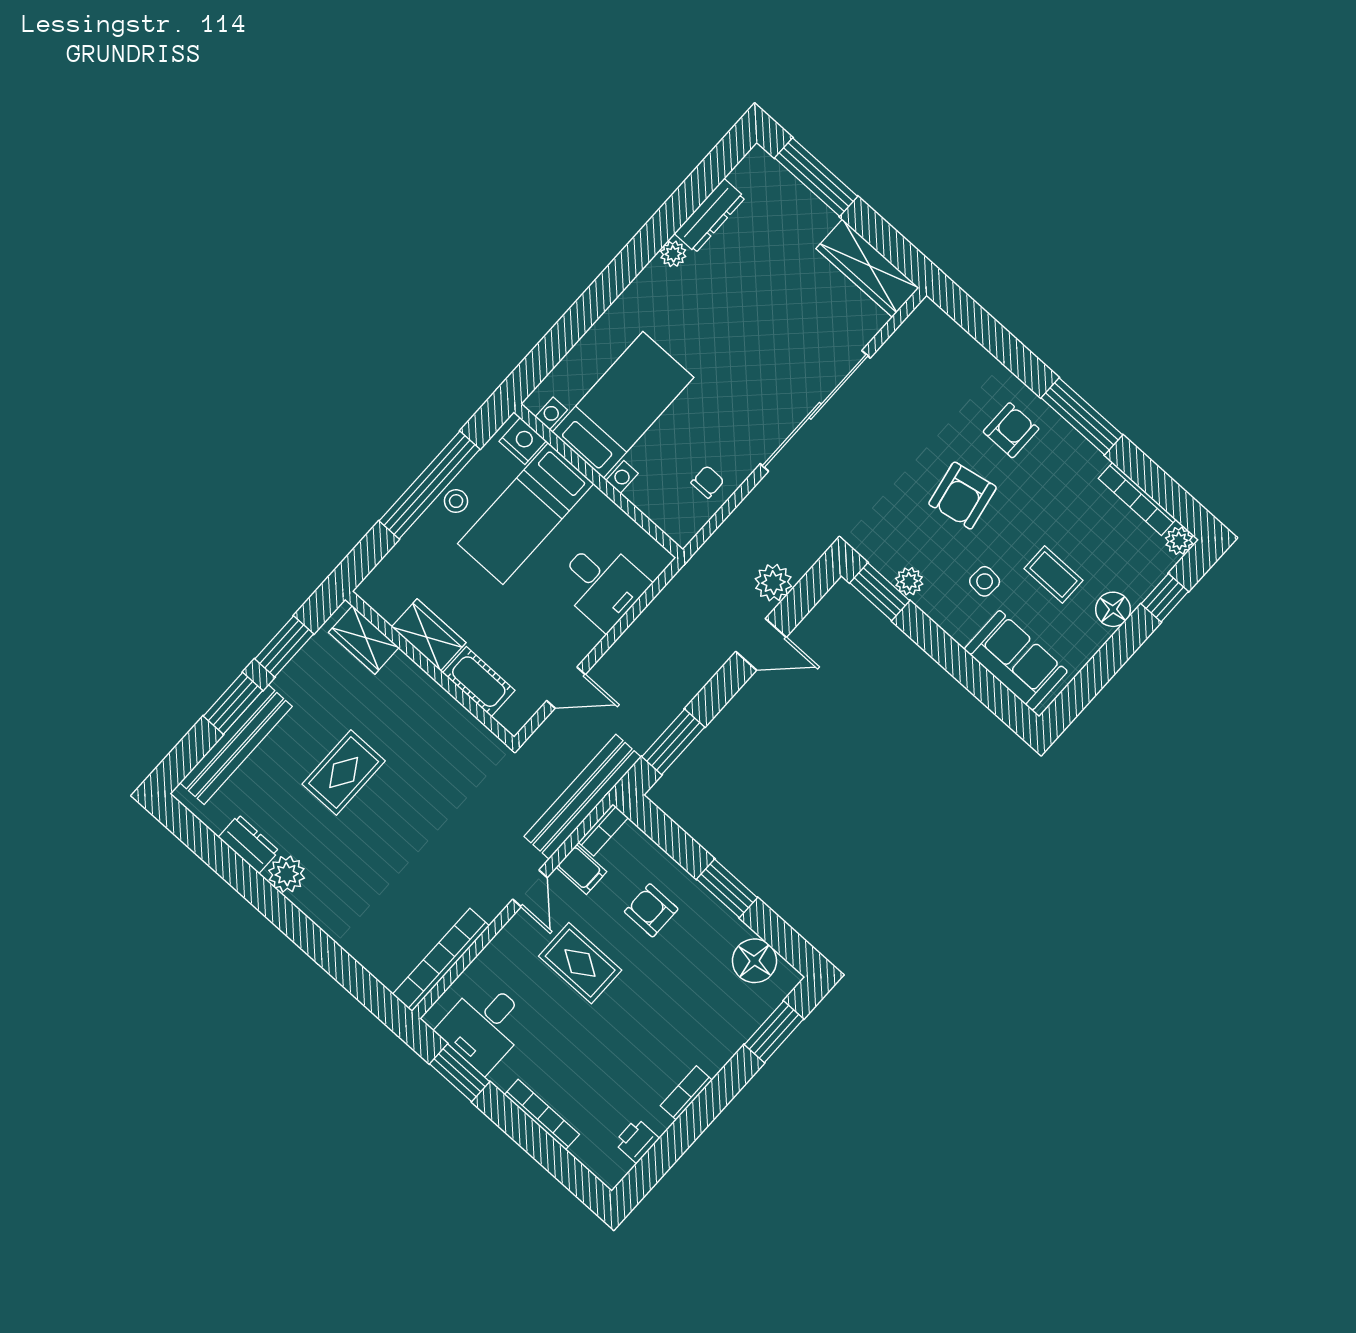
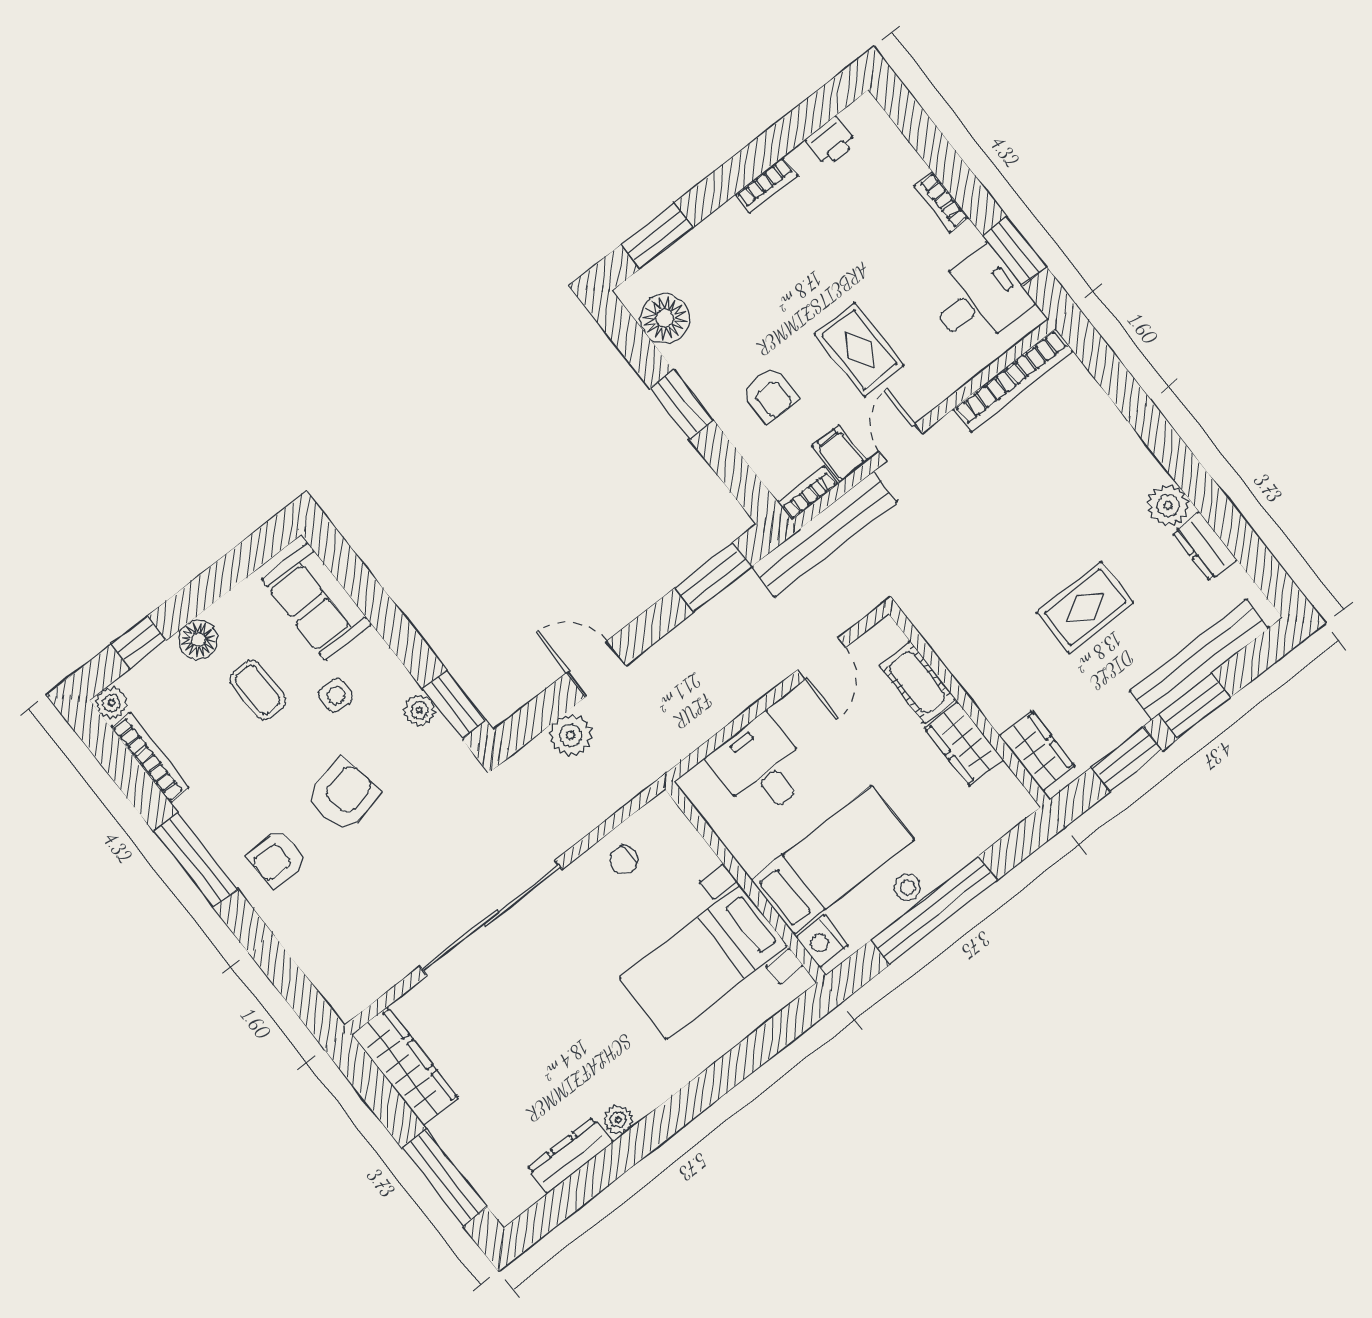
door: (566, 688) -> (821, 659), swing flipped
bookcase: (542, 1115) -> (941, 202), width x0.64

